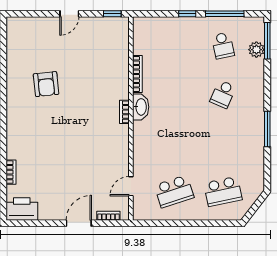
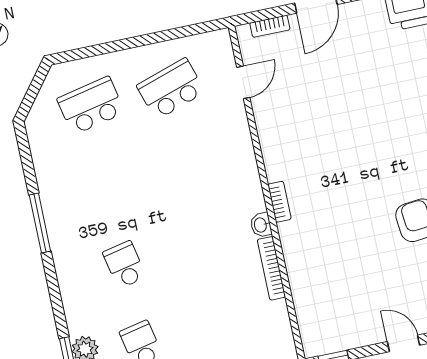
door: (69, 14) -> (403, 343), hinge flipped
school desk: (223, 94) -> (124, 265), turned -36
washbasin: (141, 107) -> (261, 225), width x0.52, depth x0.69

